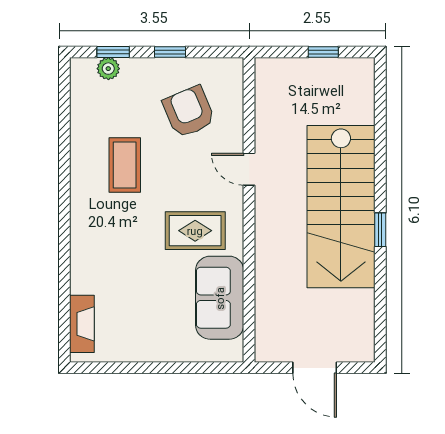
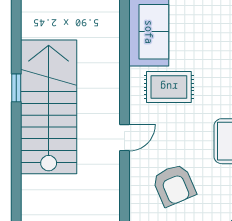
door: (249, 169) -> (124, 138), hinge flipped

